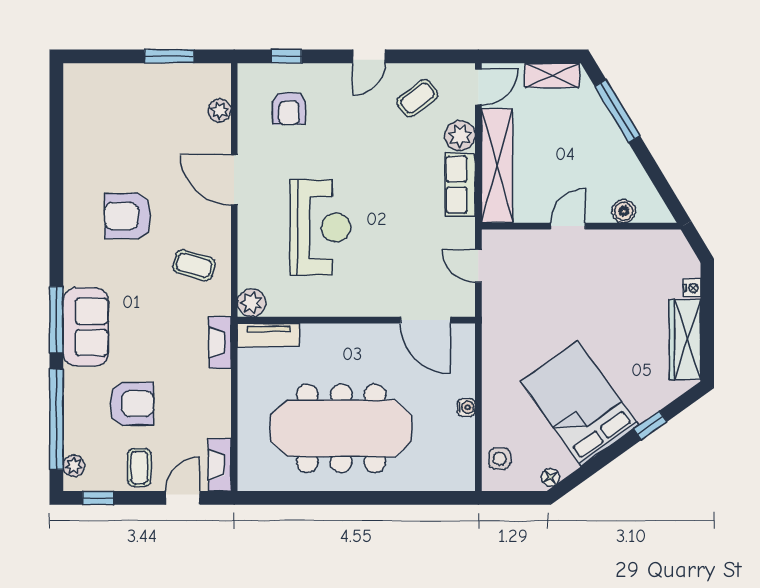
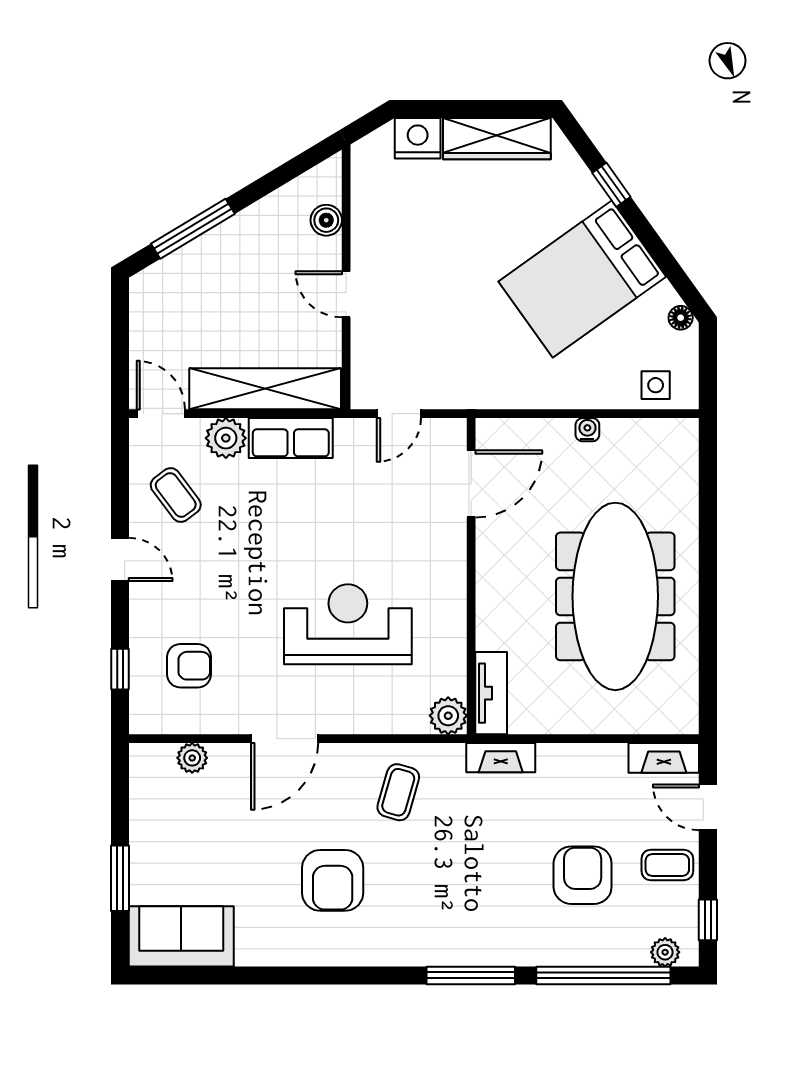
window: (169, 56) -> (120, 878), moved
shelving: (552, 75) -> (145, 316), removed
nightstand: (692, 288) -> (418, 138), width x1.89, depth x1.79
sofa: (86, 327) -> (181, 936), moved

